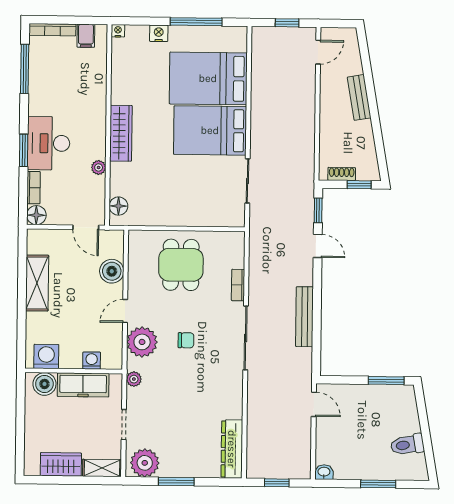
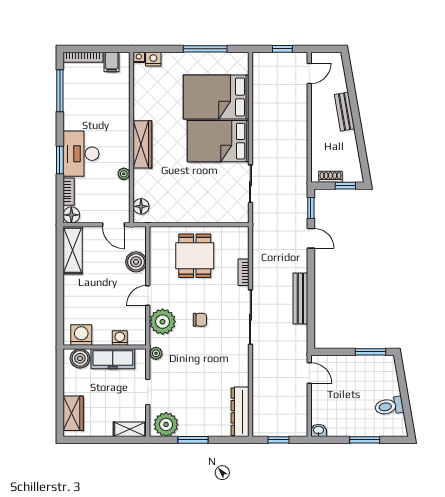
nightstand: (159, 33) -> (153, 59), moved
shelving: (37, 283) -> (73, 250), moved
wardrobe: (61, 464) -> (73, 413), moved, turned 90

